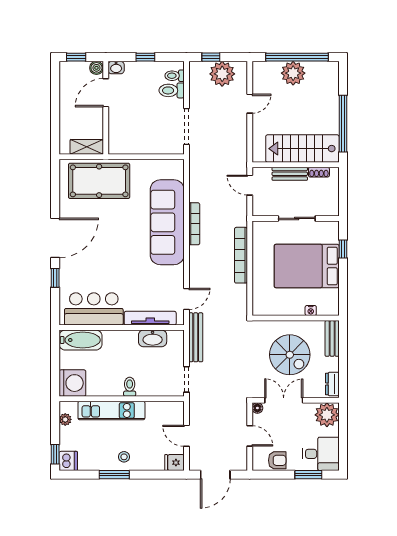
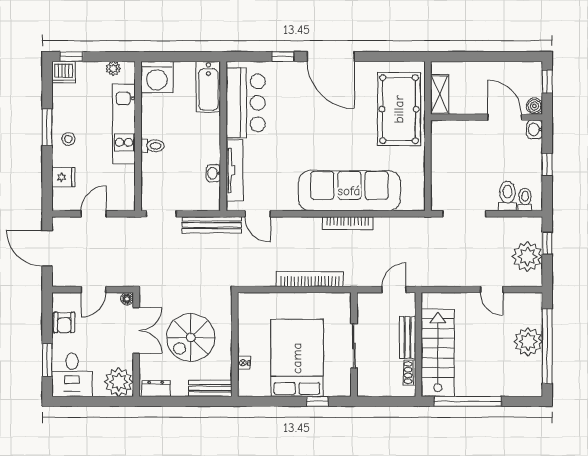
washbasin: (153, 338) -> (213, 173), width x0.52, depth x0.69
fridge: (174, 463) -> (63, 177), moved, turned 90

